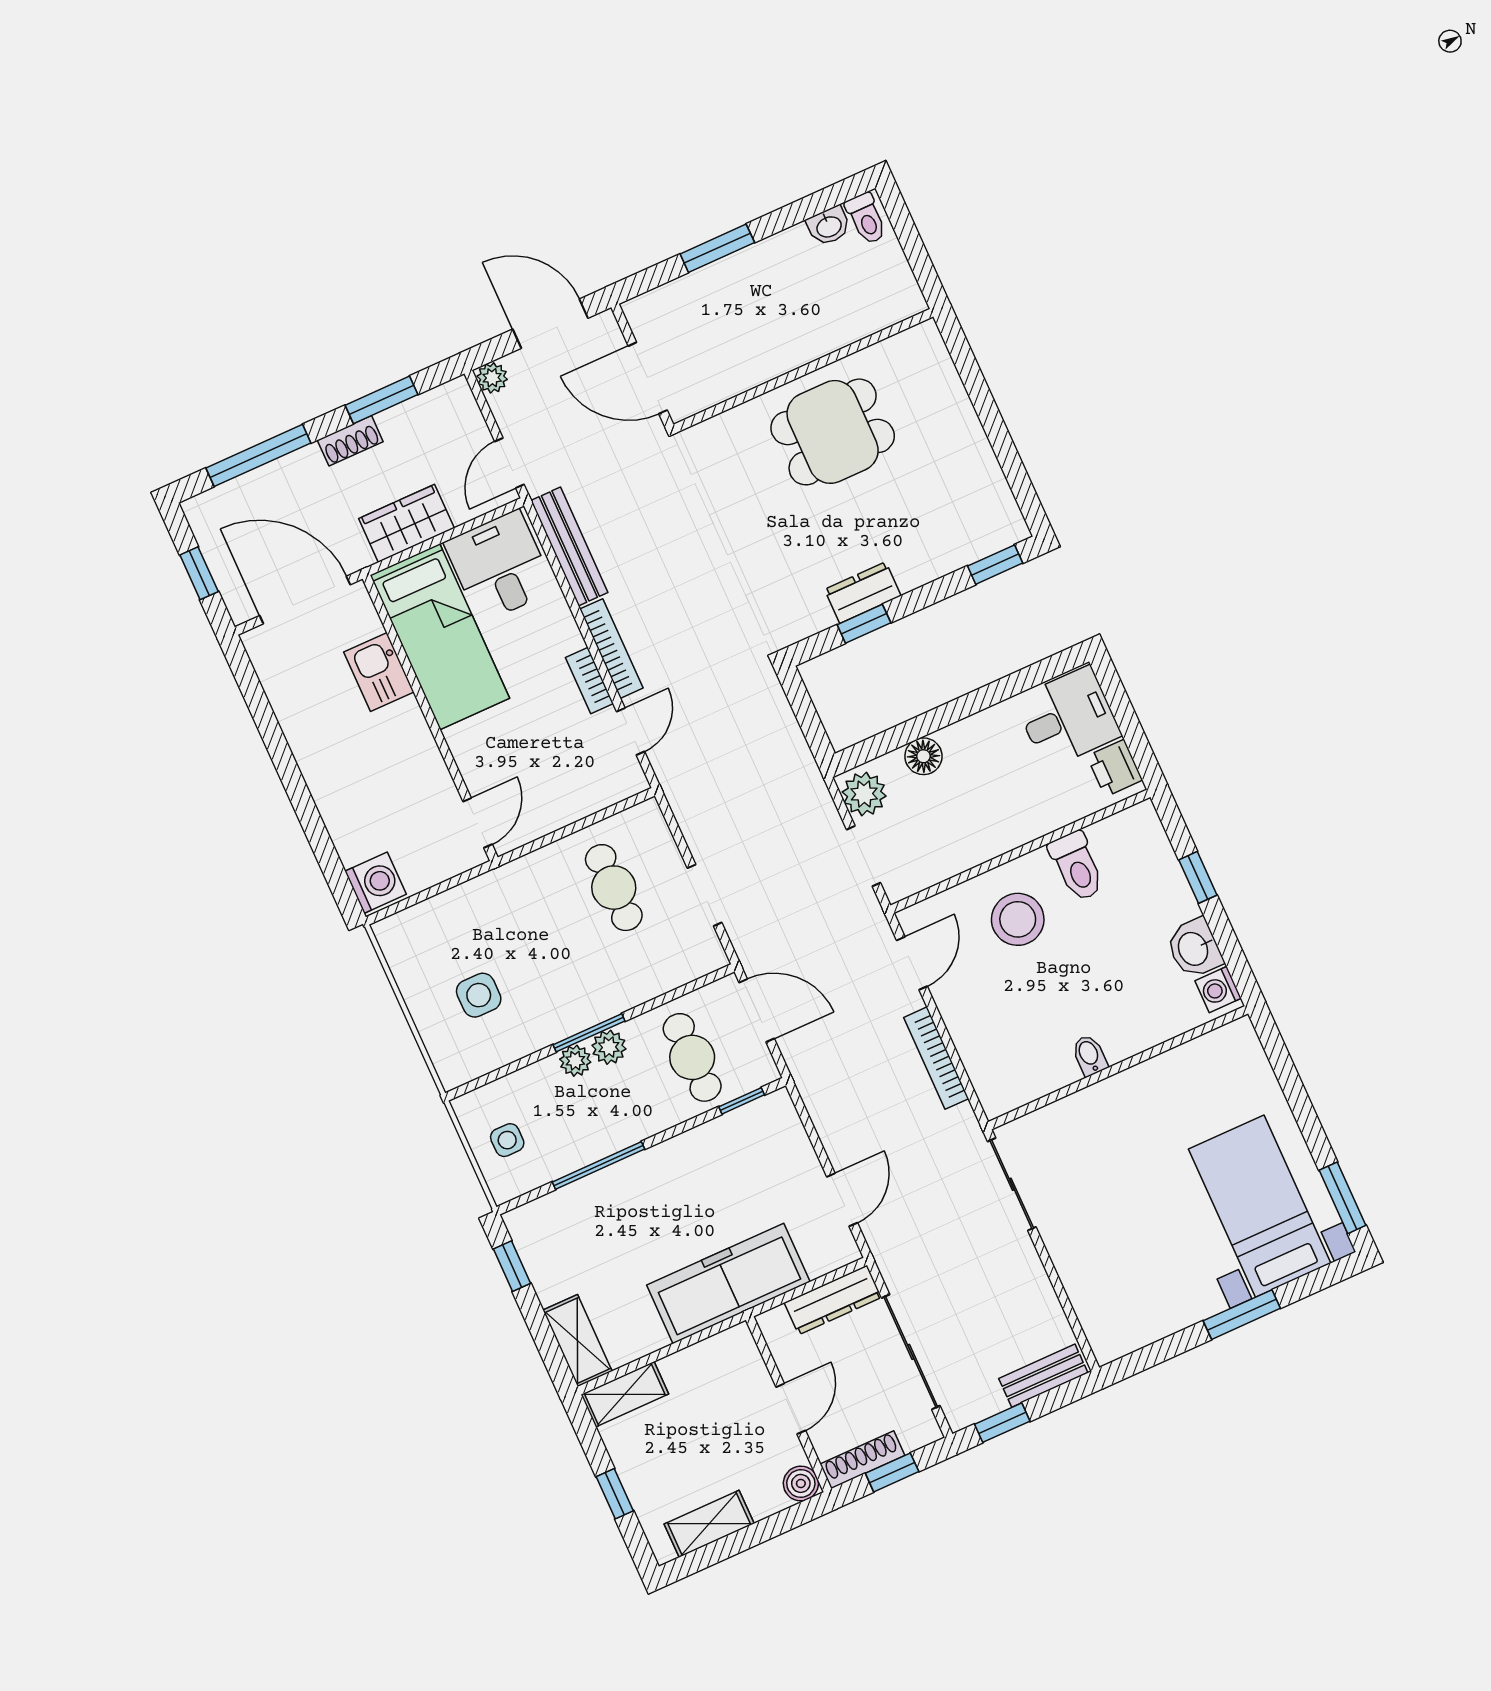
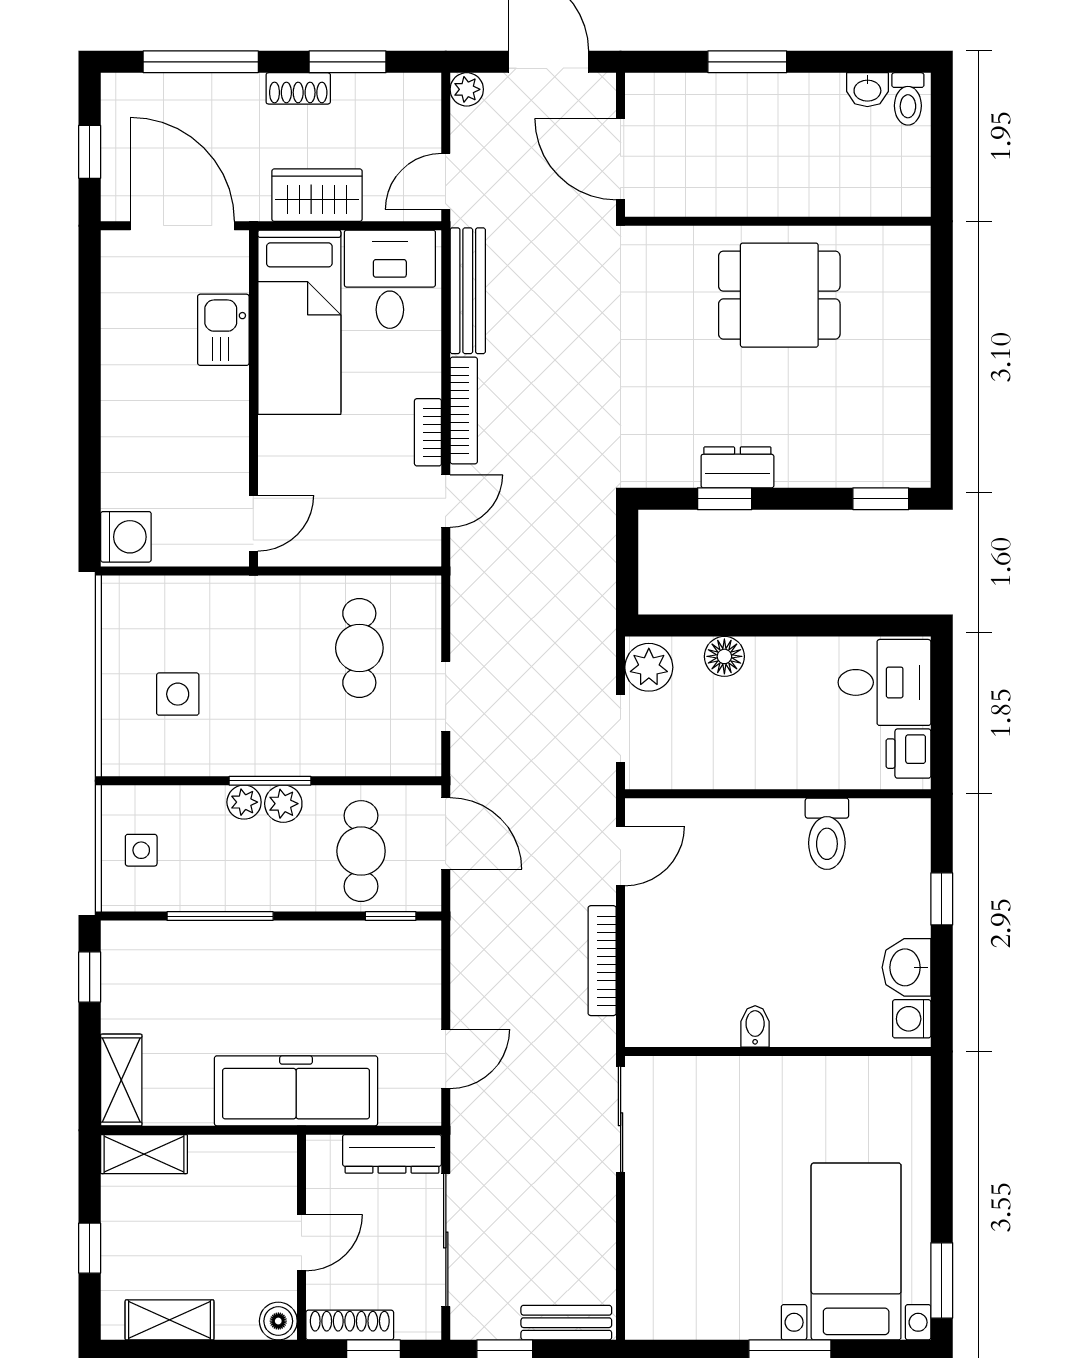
stool: (1018, 919) -> (745, 860), removed

